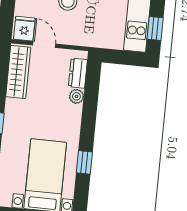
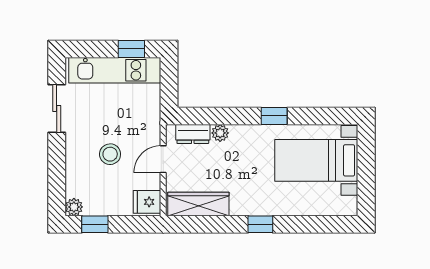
door: (44, 45) -> (163, 159), moved
window: (84, 162) -> (274, 116), moved

